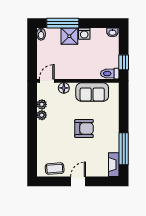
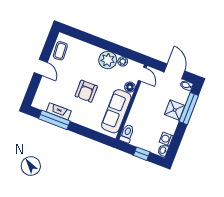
washing machine: (84, 34) -> (166, 139), moved
door: (32, 51) -> (174, 71), added
window: (124, 62) -> (142, 154), moved
sofa: (92, 92) -> (116, 111), width x1.36
plant: (42, 115) -> (108, 60), width x1.88, depth x1.88
fireplace: (114, 165) -> (59, 111), moved

